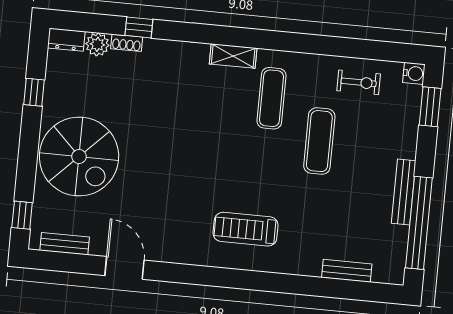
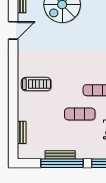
window: (419, 223) -> (62, 163), moved
treadmill: (246, 229) -> (36, 84), turned 90

